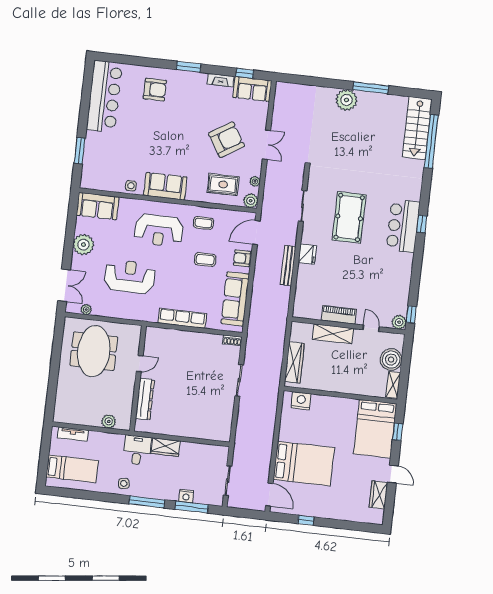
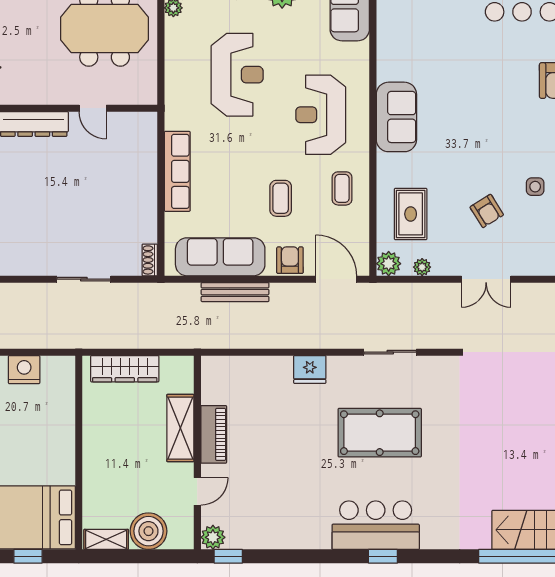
armchair: (227, 140) -> (487, 211), width x0.53, depth x0.53
side table: (131, 186) -> (535, 187), moved
bench: (288, 266) -> (235, 292), moved
nightstand: (301, 401) -> (24, 370), moved, turned -90

